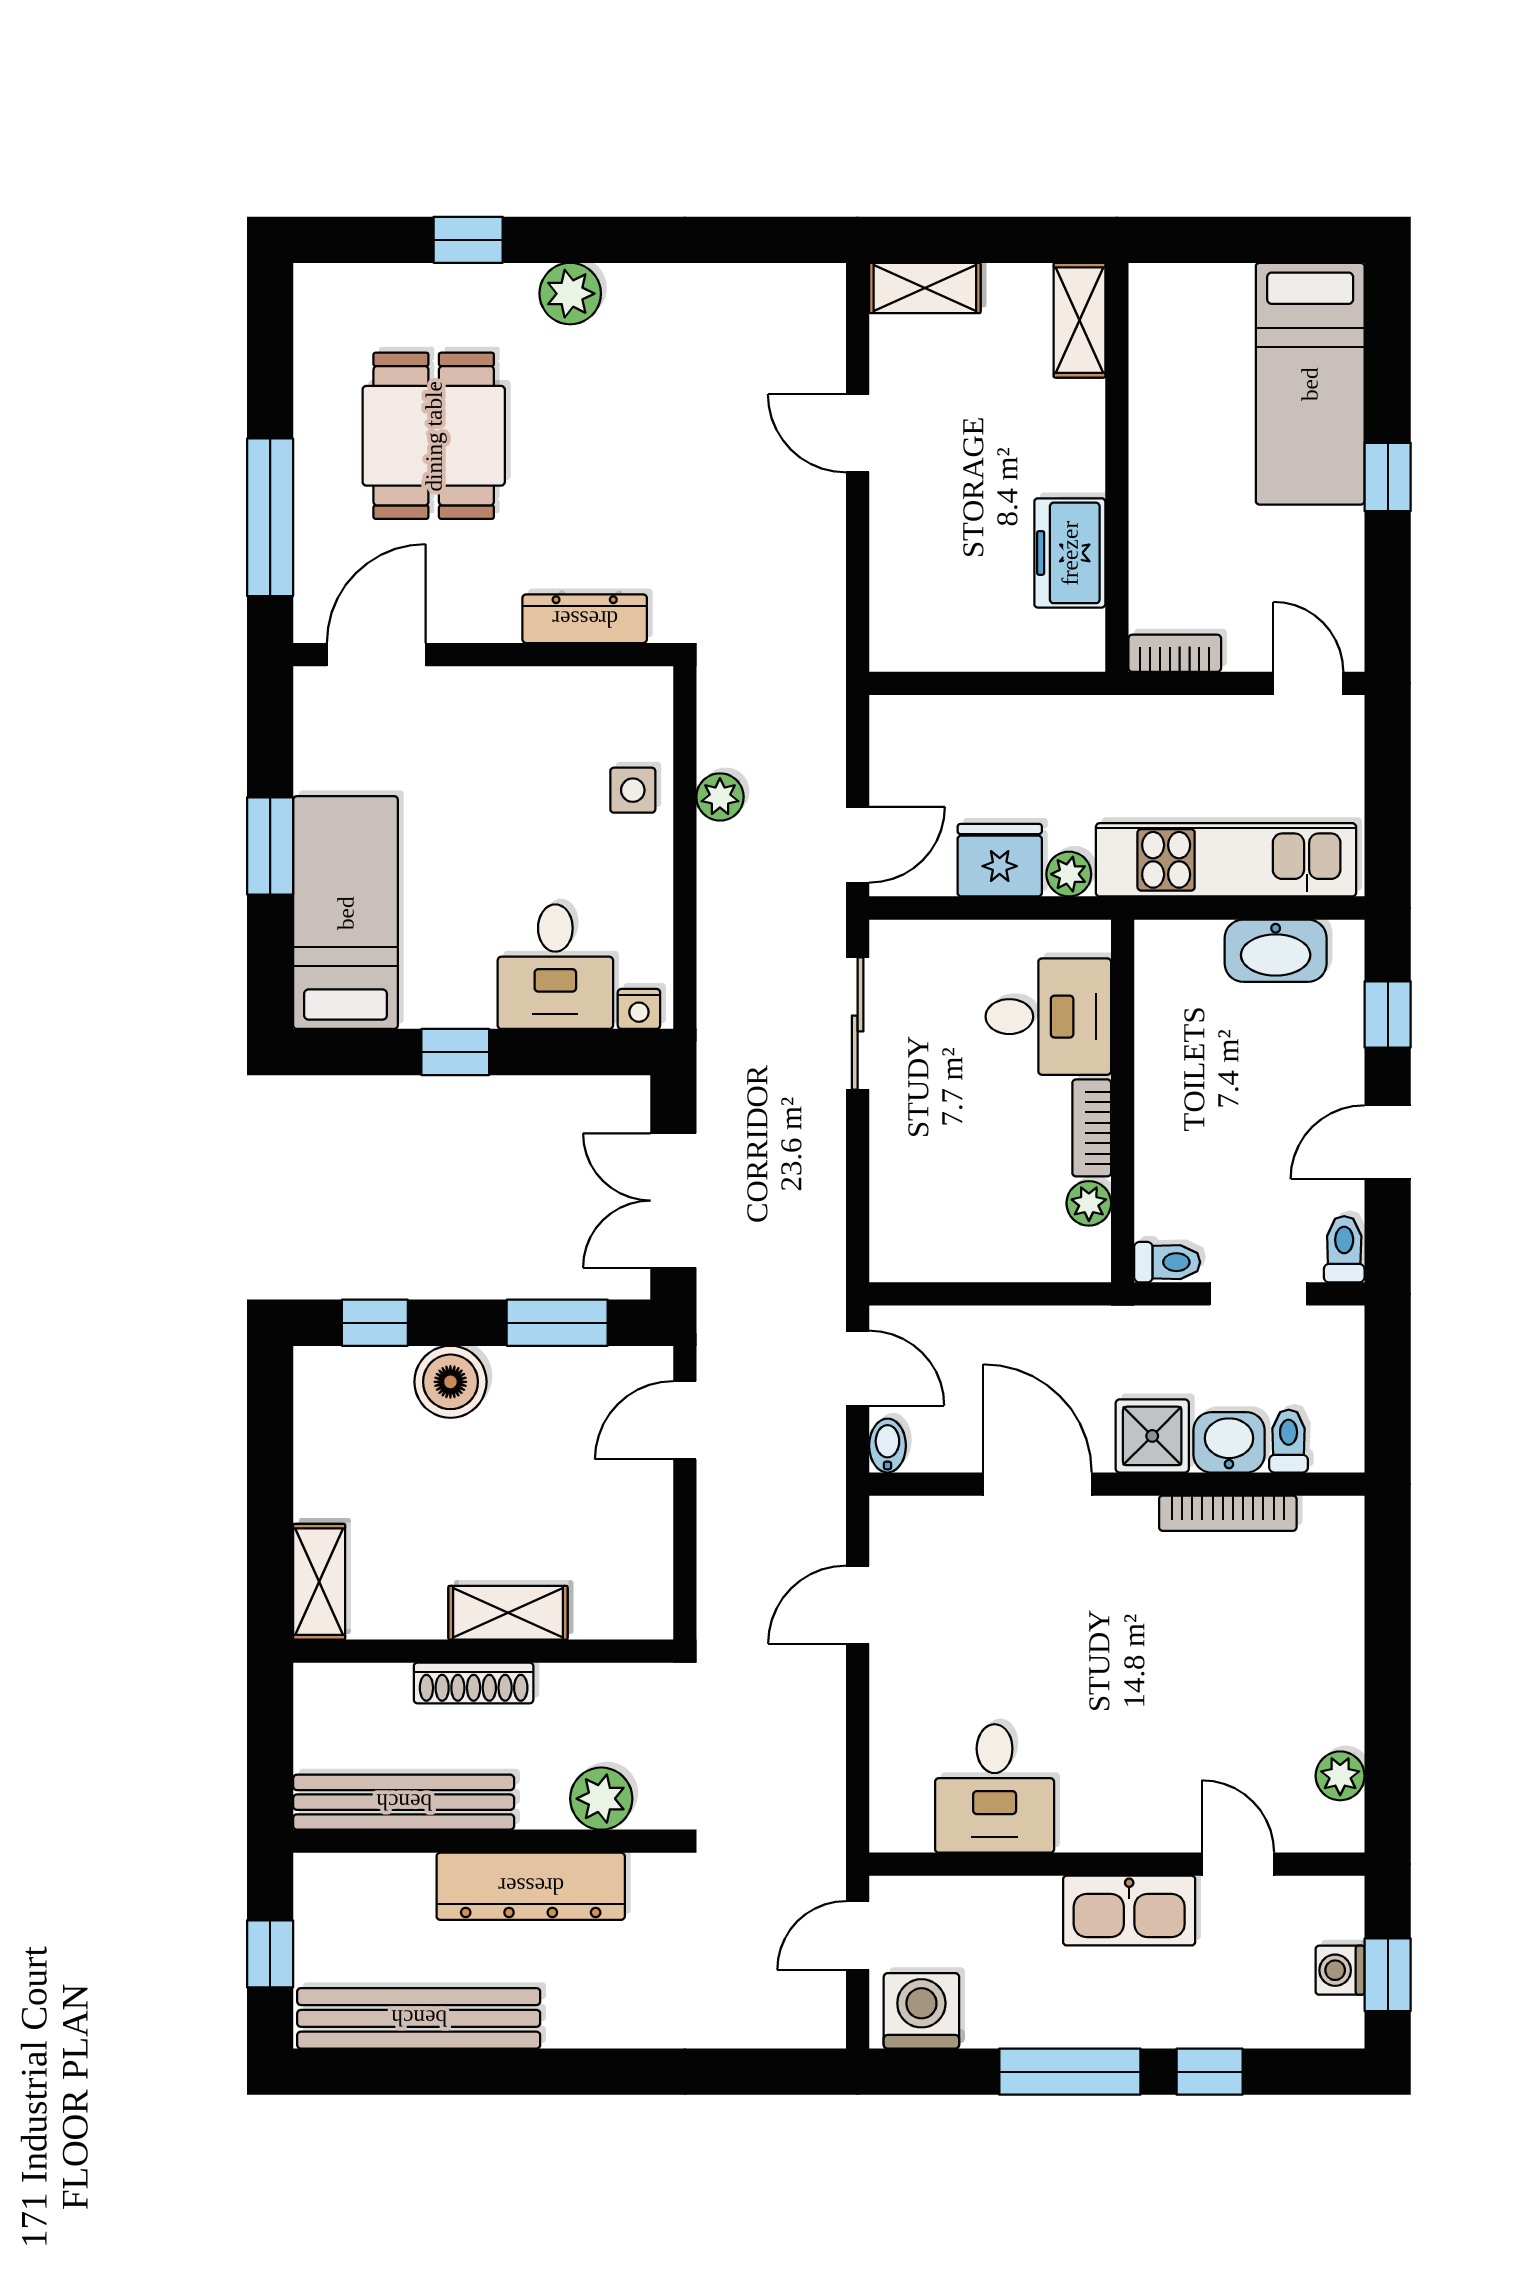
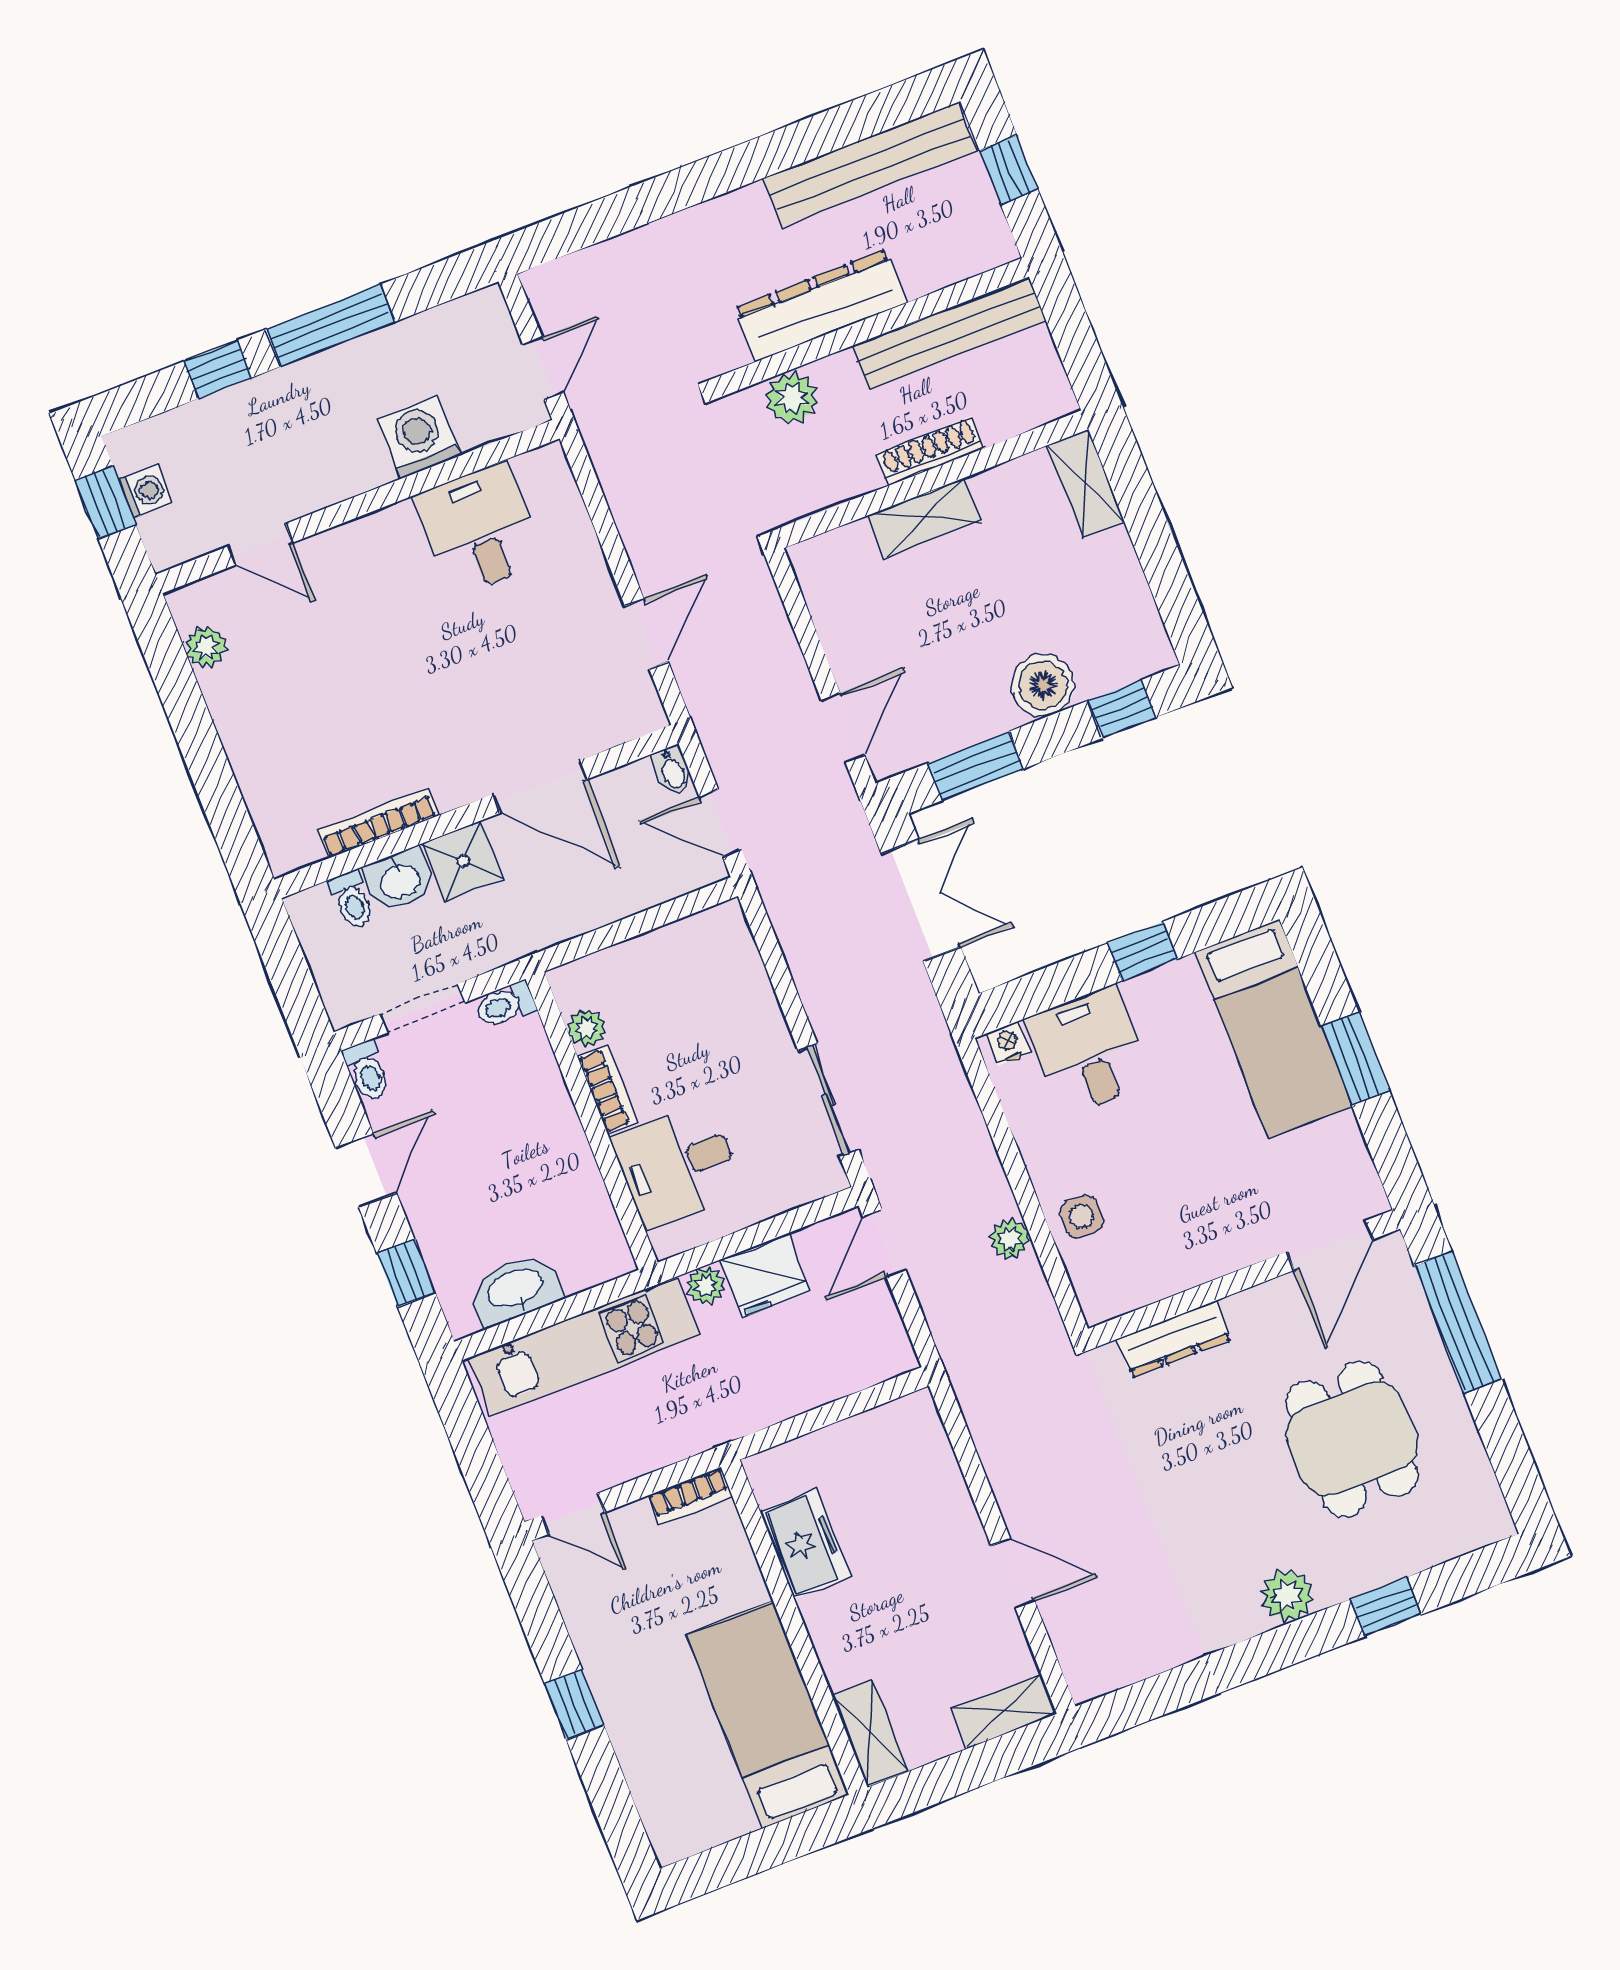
bed: (1310, 384) -> (768, 1715), moved
kitchen sink: (1129, 1911) -> (333, 473), removed
washing machine: (921, 2011) -> (419, 437), moved, turned 180

